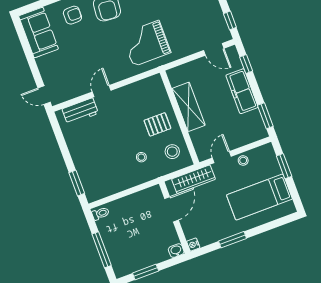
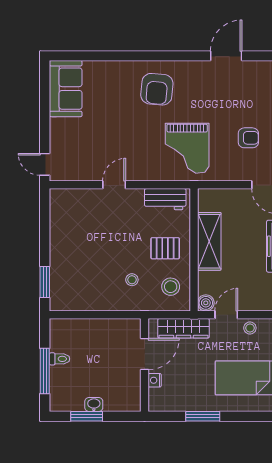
armchair: (72, 15) -> (248, 138), moved
grand piano: (146, 43) -> (187, 148), turned -90
workbench: (80, 111) -> (165, 199), moved
boiler: (203, 154) -> (206, 303), added
toilet: (101, 214) -> (59, 359), moved
nightstand: (193, 245) -> (155, 380), moved
washbasin: (176, 251) -> (94, 405), moved

